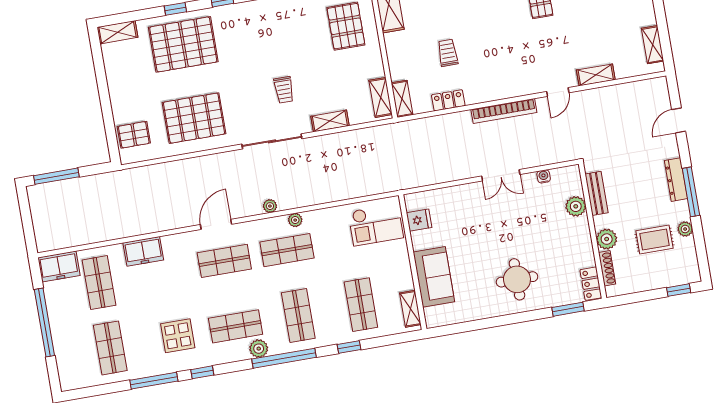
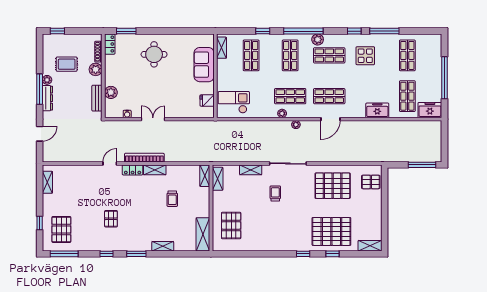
shelving: (596, 75) -> (155, 170), moved
locker: (448, 100) -> (133, 170), moved
plant: (685, 229) -> (47, 80), moved

